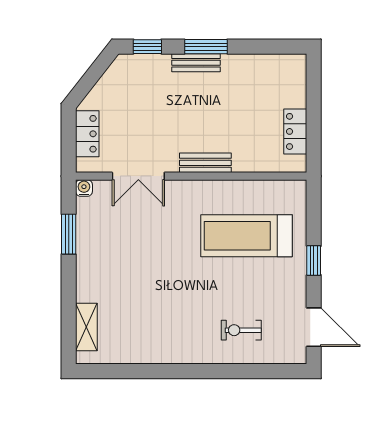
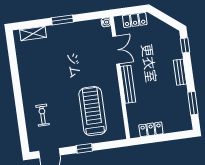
window: (206, 47) -> (193, 103), moved
bench: (205, 163) -> (128, 84), width x1.36
double door: (138, 176) -> (116, 50), swing flipped
window: (69, 234) -> (62, 20), moved

